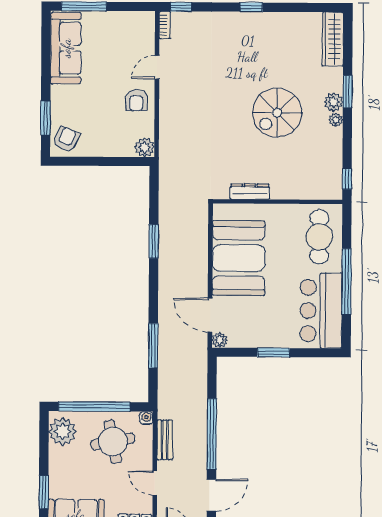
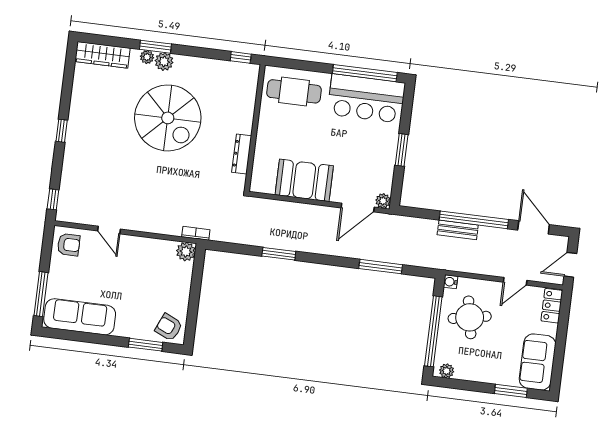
bookcase: (165, 25) -> (196, 233), moved
armchair: (136, 100) -> (69, 245), moved
spiral stairs: (277, 113) -> (168, 118), width x1.37, depth x1.37
plant: (336, 120) -> (147, 57), moved
booth: (239, 258) -> (304, 180), width x0.73, depth x0.70
window: (347, 281) -> (365, 73), moved
plant: (62, 431) -> (447, 371), width x0.53, depth x0.53
bench: (165, 440) -> (458, 230), moved

